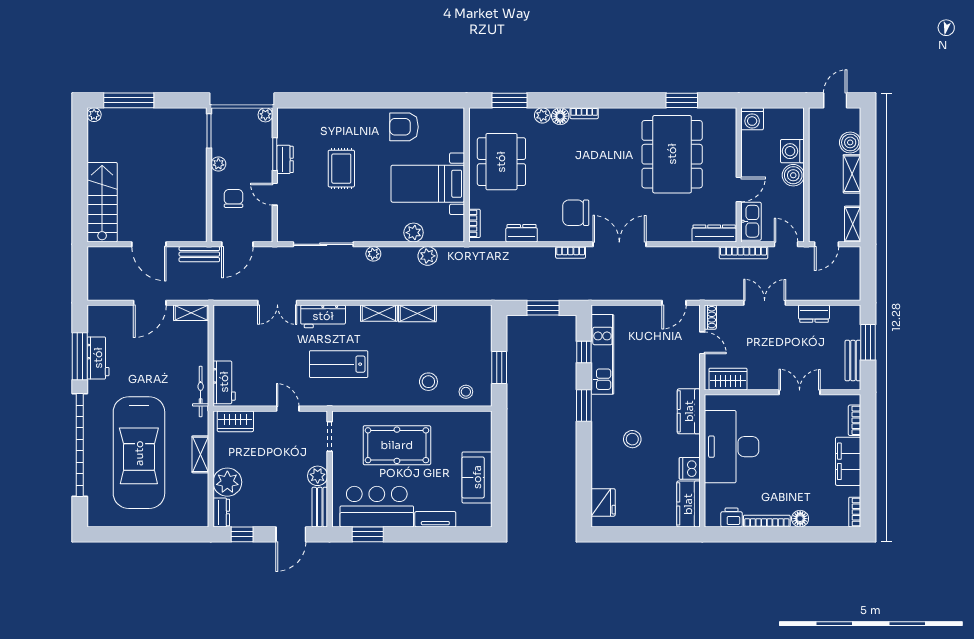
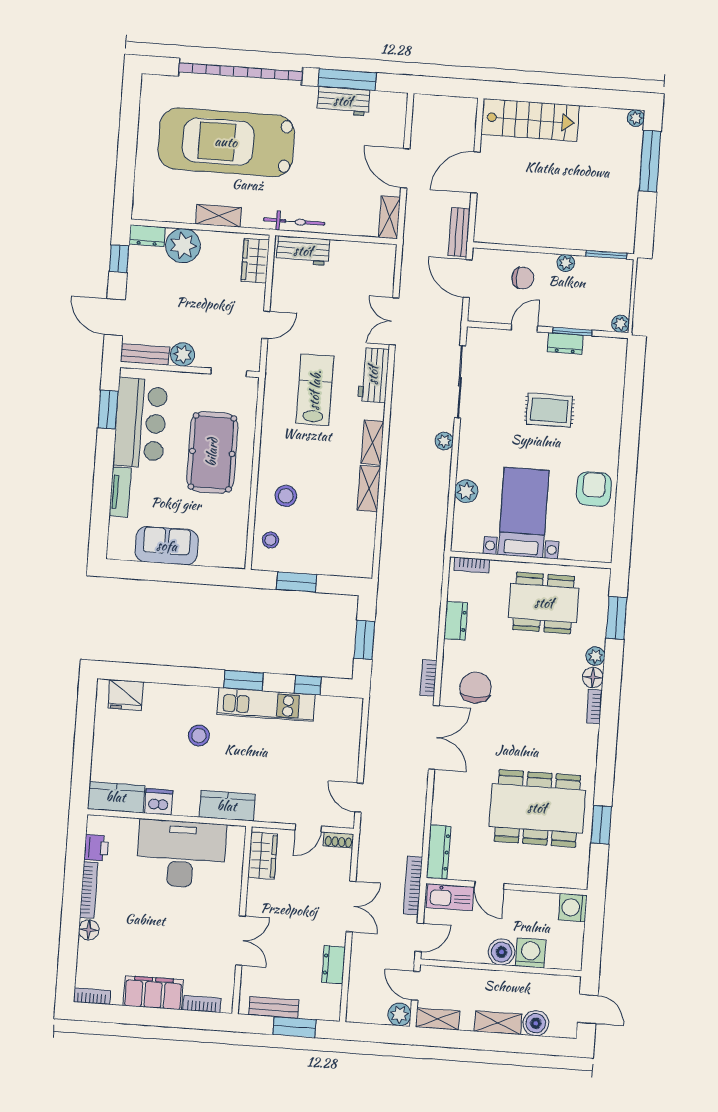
plant: (428, 256) -> (399, 1015), moved
kitchen unit: (602, 354) -> (266, 704), moved

